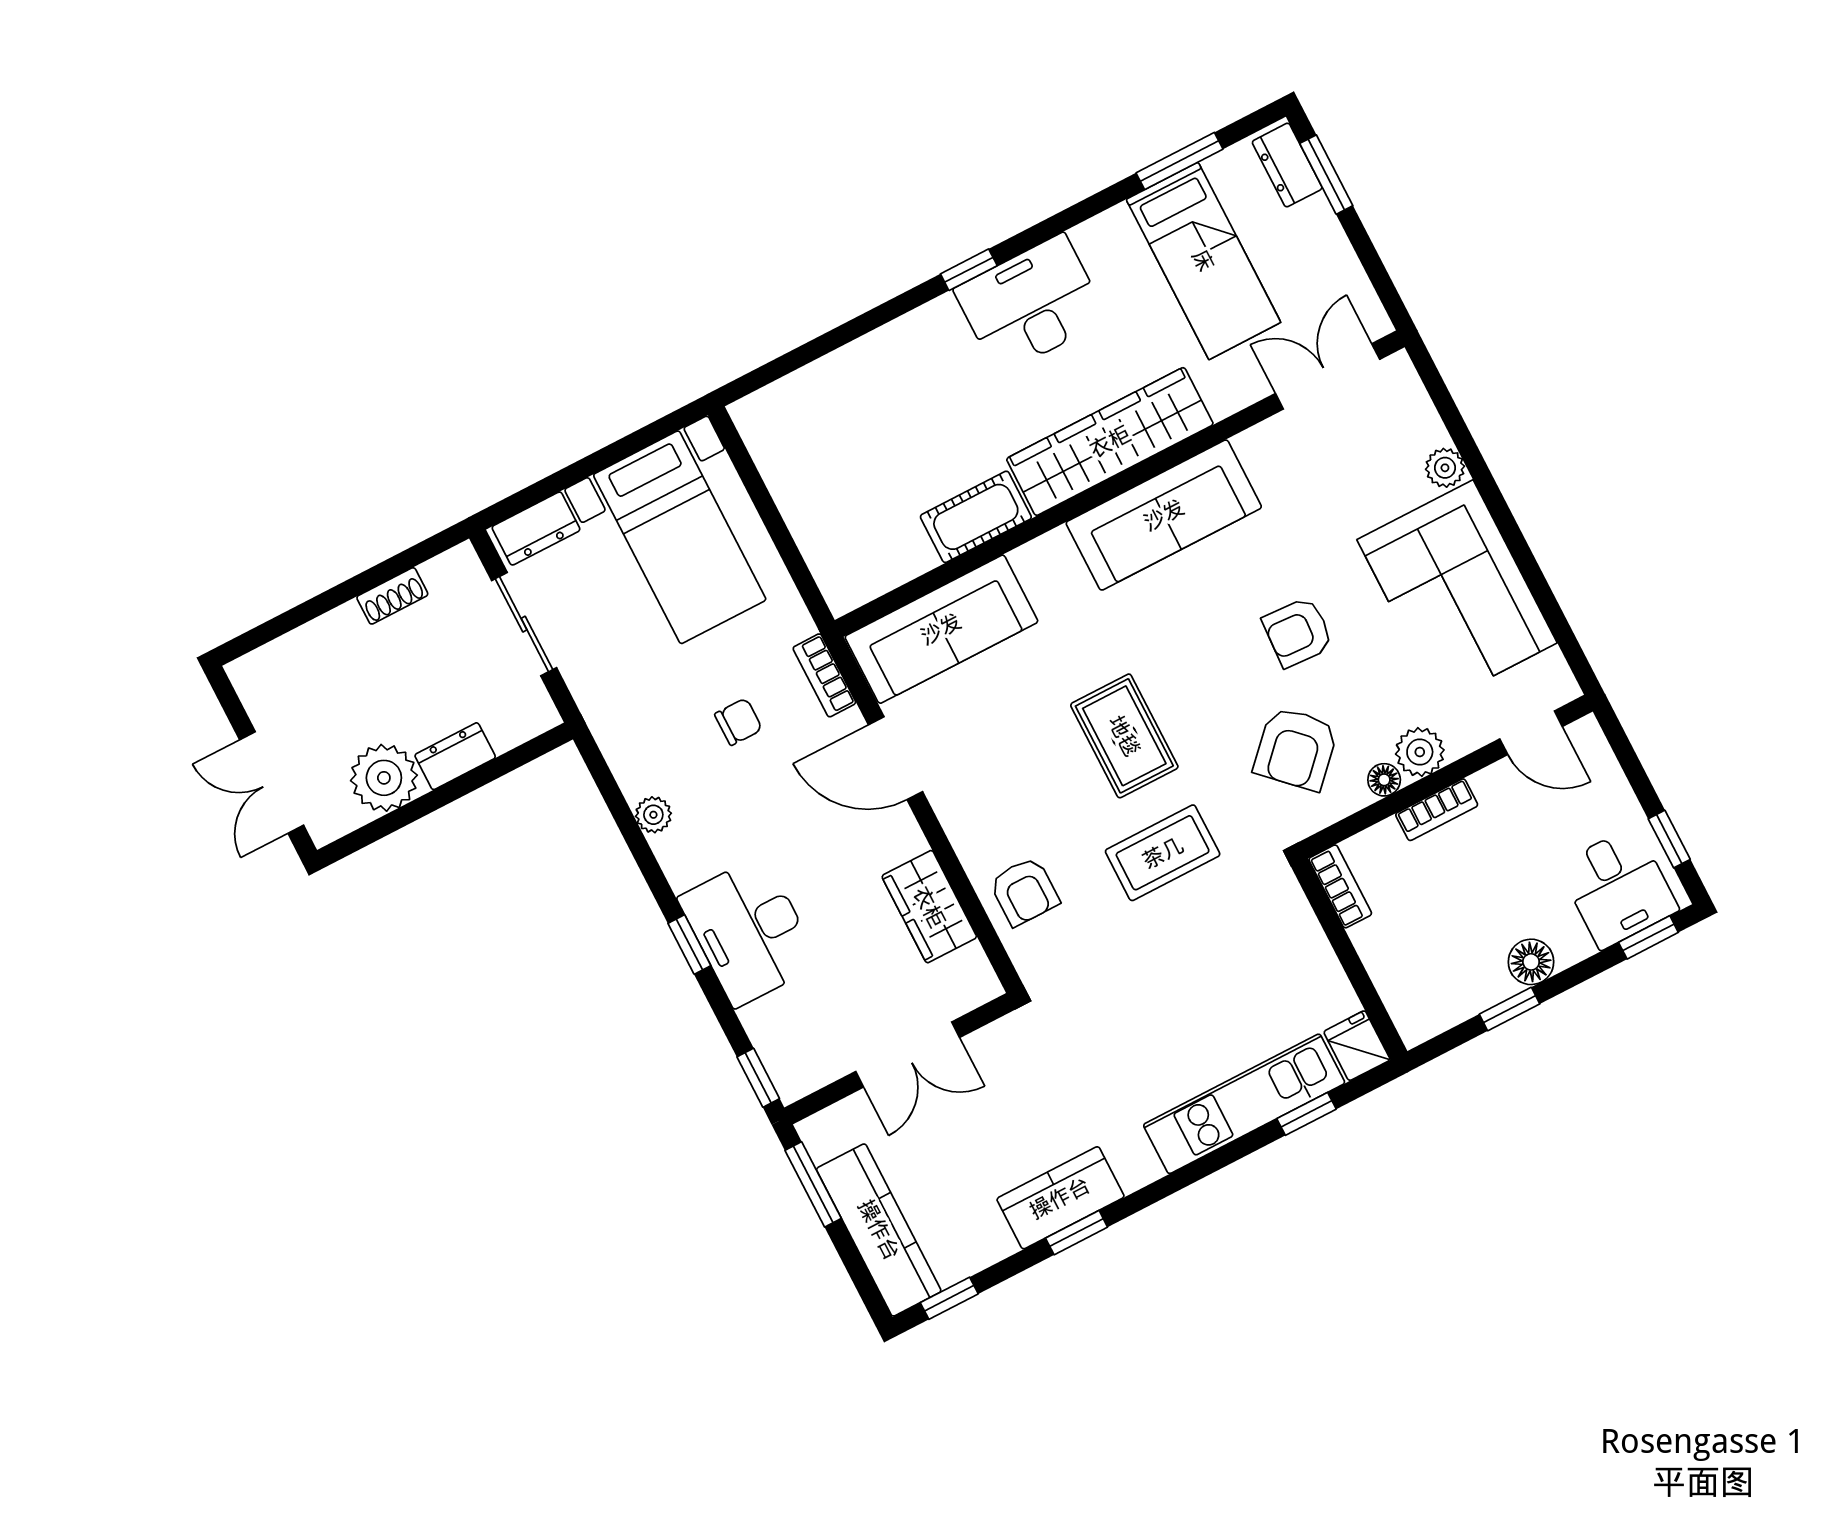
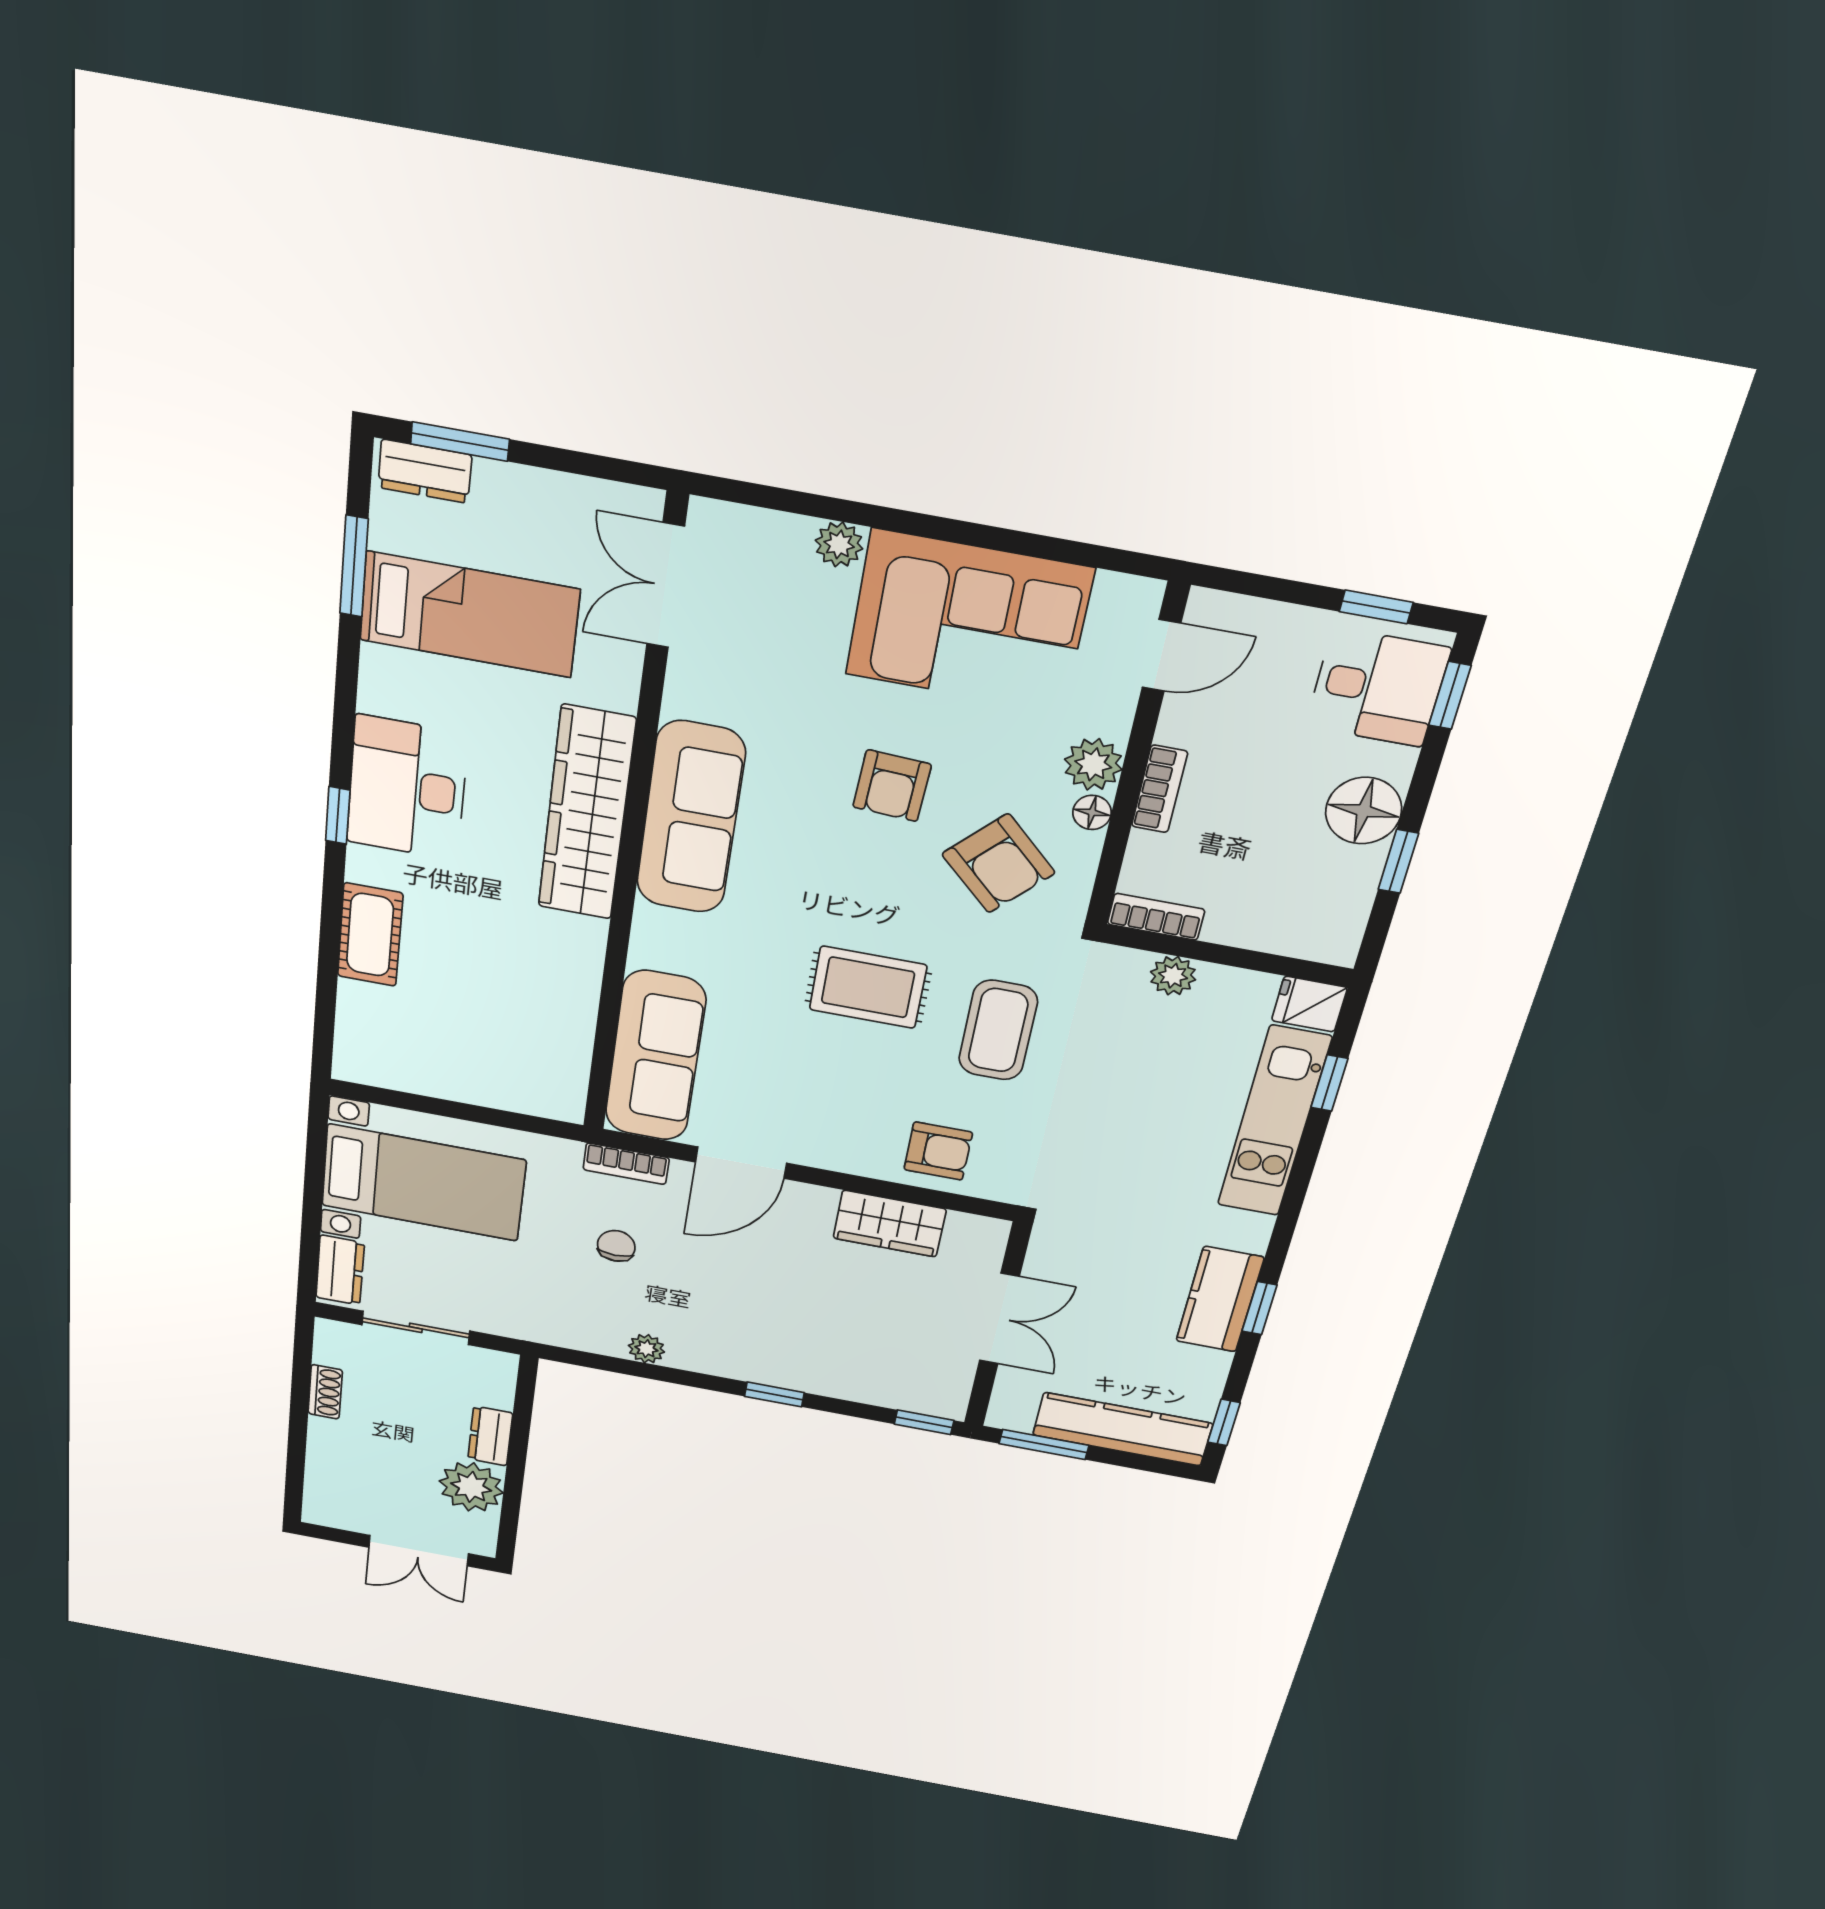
cot: (976, 517) -> (370, 935), moved
desk: (749, 931) -> (799, 1351), removed
plant: (1304, 936) -> (1173, 976), added
floor lamp: (1531, 962) -> (1364, 811), width x1.38, depth x1.38

